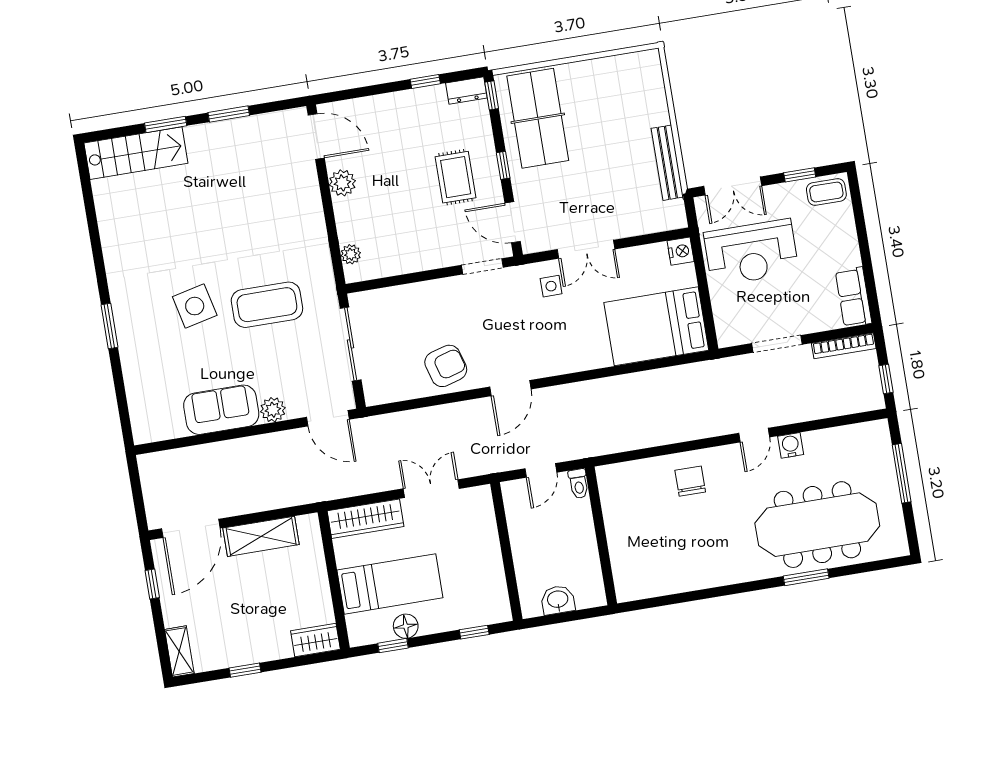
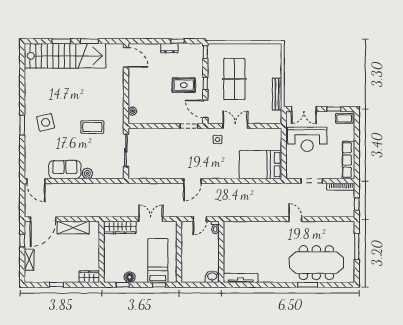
dresser: (466, 90) -> (169, 48), moved
table tennis table: (538, 118) -> (234, 79), moved
stairs: (136, 153) -> (65, 56), width x1.86, depth x1.51
rug: (456, 177) -> (184, 85), turned 90
plant: (342, 183) -> (134, 79), removed
double door: (586, 249) -> (235, 126), swing flipped
nightstand: (681, 251) -> (276, 134), removed
row of seats: (854, 297) -> (349, 160), width x1.48
coffee table: (267, 305) -> (92, 127), width x0.73, depth x0.76
side table: (195, 306) -> (46, 122), moved
armchair: (446, 366) -> (166, 167), removed
door: (328, 418) -> (36, 181), moved
door: (754, 435) -> (295, 219), swing flipped
water cooler: (791, 445) -> (310, 226), removed
chair: (690, 481) -> (264, 235), removed
bed: (390, 584) -> (158, 261), moved, turned -90
tv unit: (654, 587) -> (241, 278), added
washbasin: (558, 600) -> (212, 277), moved
shelving: (179, 651) -> (29, 260), moved

